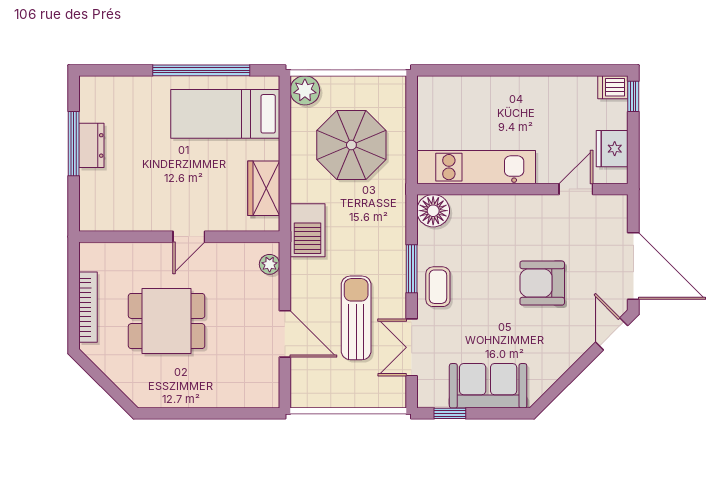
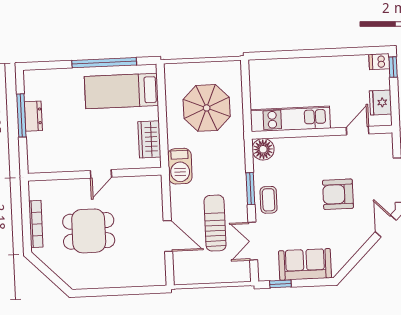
plant: (305, 90) -> (174, 73), removed
plant: (270, 264) -> (156, 190), removed

